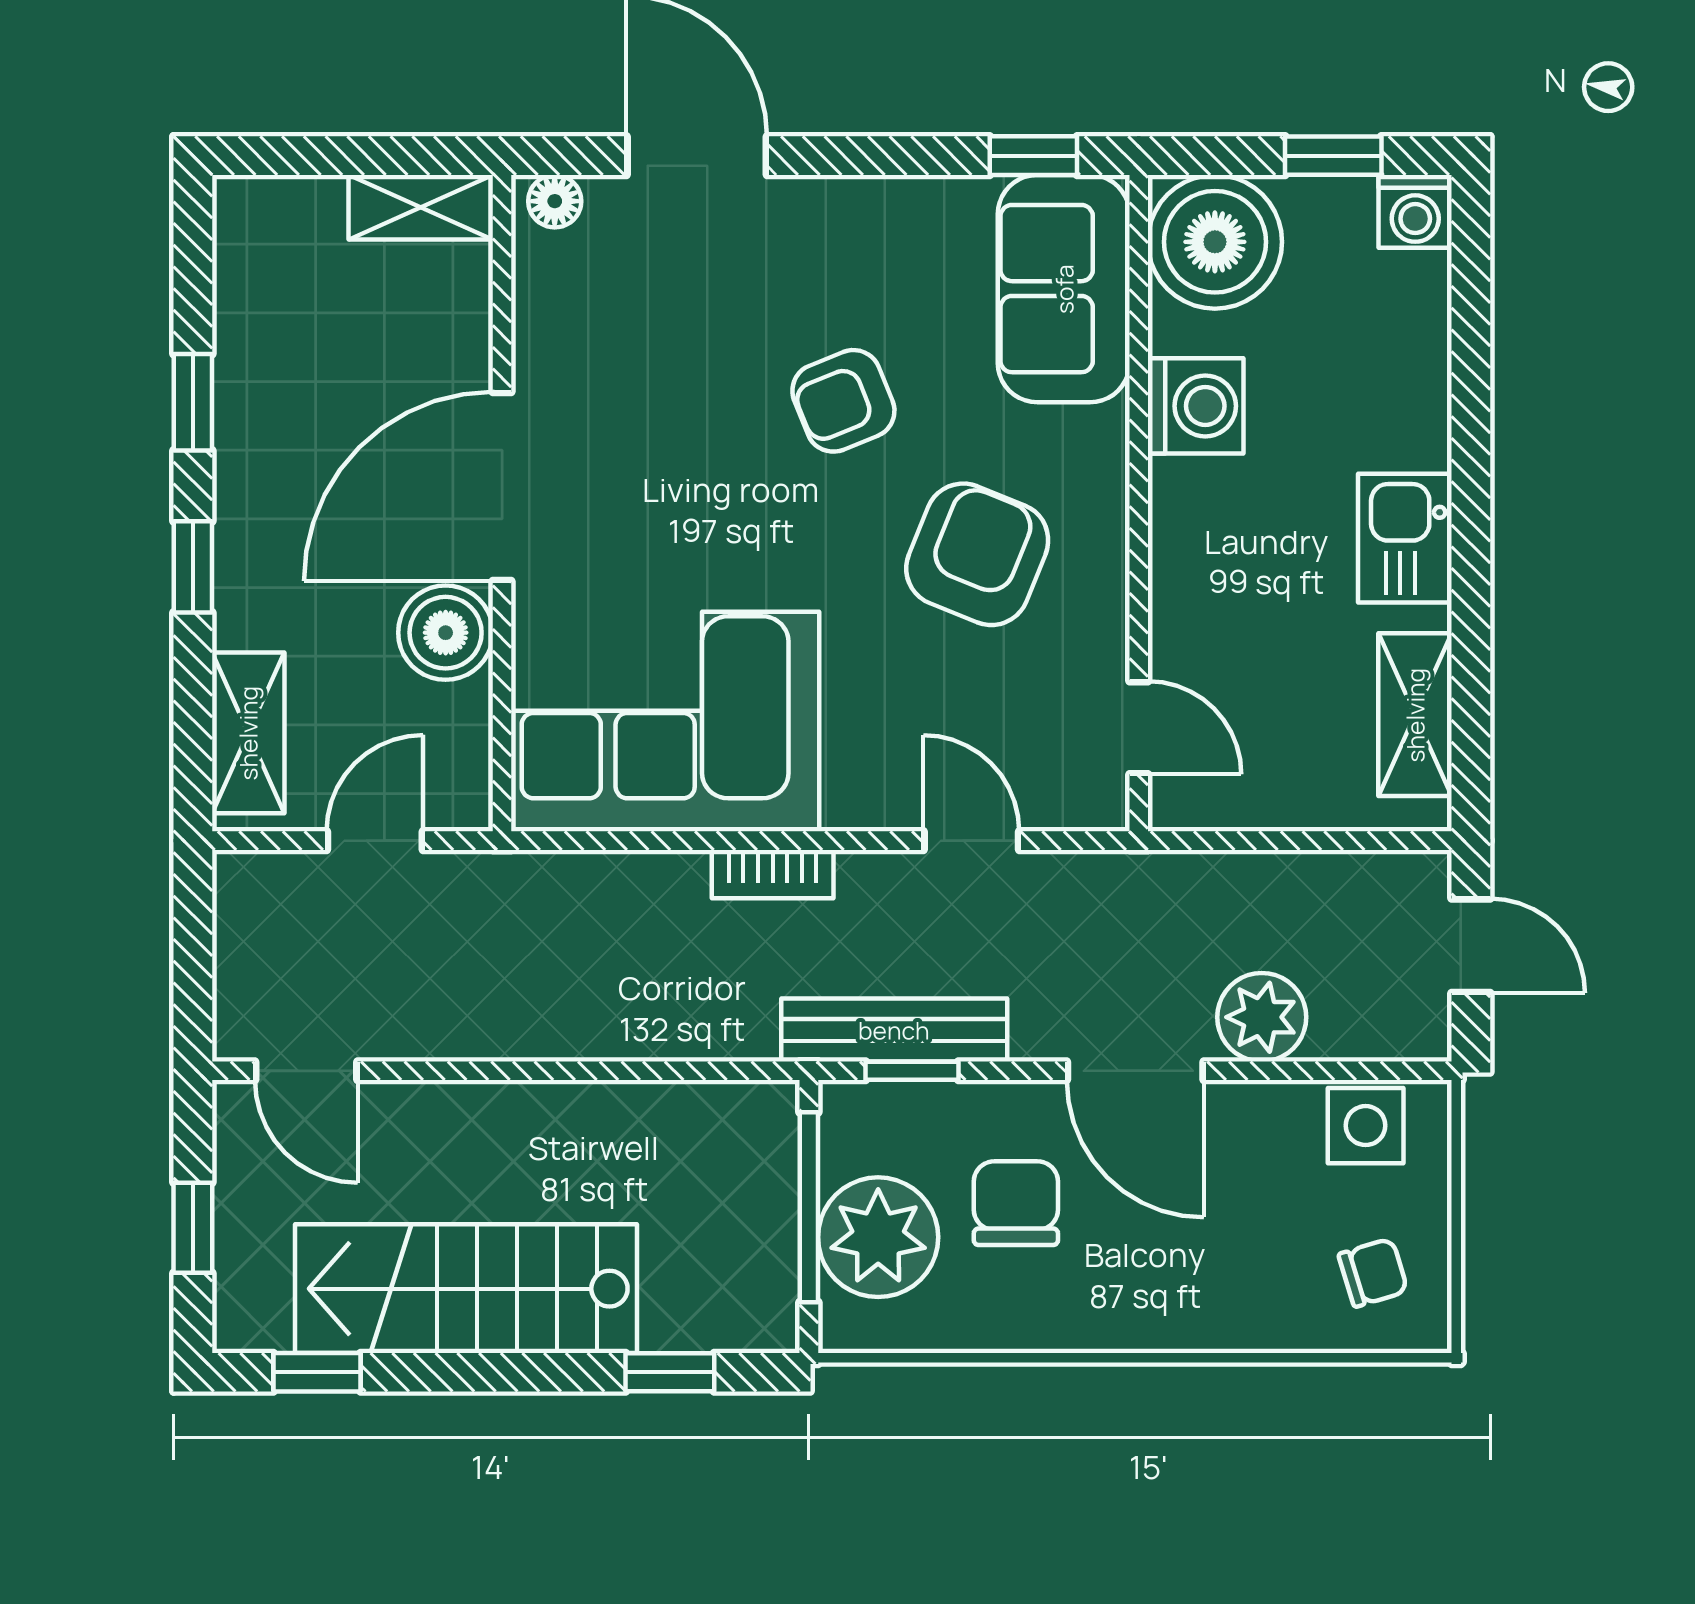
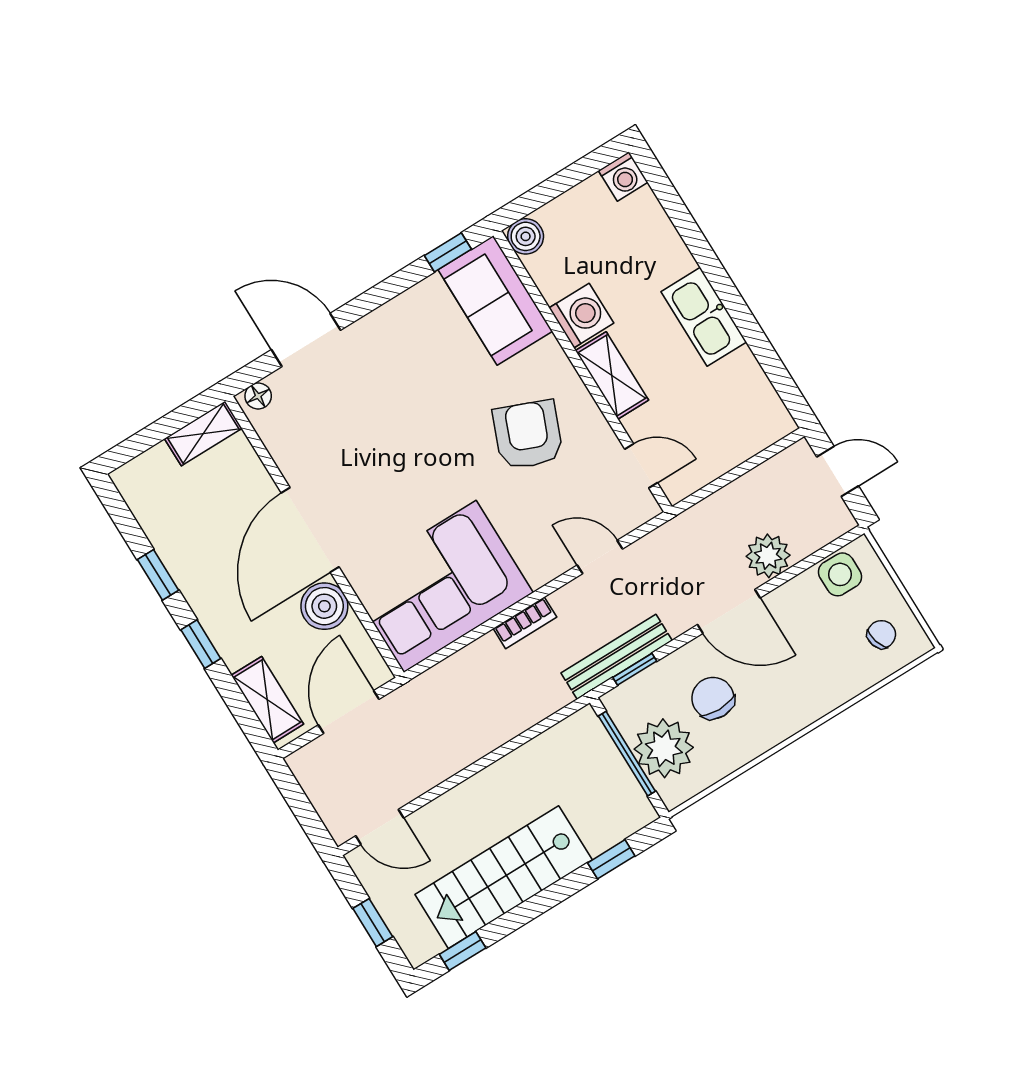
window: (1333, 156) -> (574, 174), removed
boiler: (1215, 242) -> (526, 236), width x0.54, depth x0.54
armchair: (843, 401) -> (432, 405), removed
kitchen sink: (1405, 538) -> (704, 317), width x1.38
shelving: (1415, 715) -> (612, 375), moved
door: (375, 841) -> (349, 712), width x1.38

